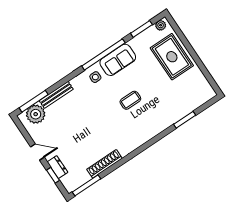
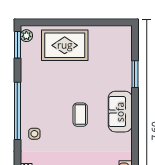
window: (141, 29) -> (17, 45), moved
sofa: (118, 60) -> (120, 112), moved, turned 180

